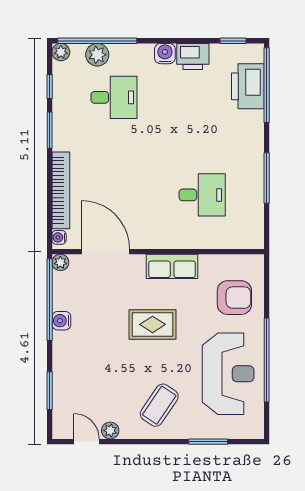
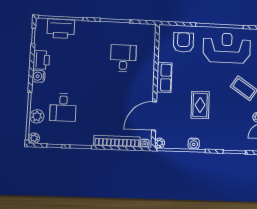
desk: (114, 97) -> (63, 107), turned 180
rug: (153, 324) -> (200, 105), moved

